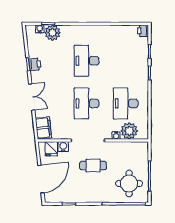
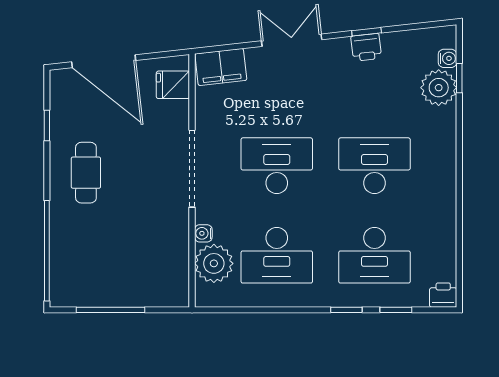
desk: (126, 61) -> (374, 255), added
double door: (32, 97) -> (292, 40), swing flipped
desk: (126, 103) -> (277, 255), turned 180
water cooler: (63, 147) -> (178, 112), removed
cafe table: (93, 166) -> (86, 173), moved
round table: (129, 183) -> (94, 263), removed

